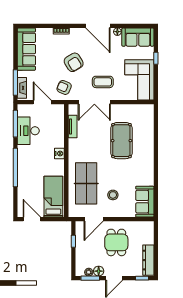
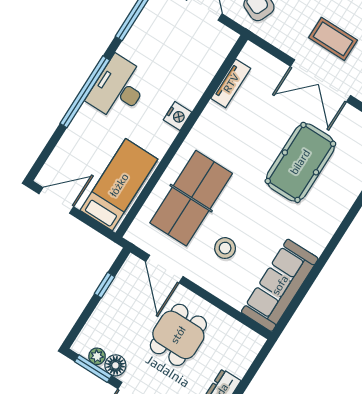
double door: (94, 102) -> (321, 81), moved
desk: (28, 131) -> (118, 89), moved
sofa: (145, 202) -> (280, 285), width x1.36
door: (32, 219) -> (56, 200), hinge flipped
door: (94, 219) -> (164, 269), hinge flipped

